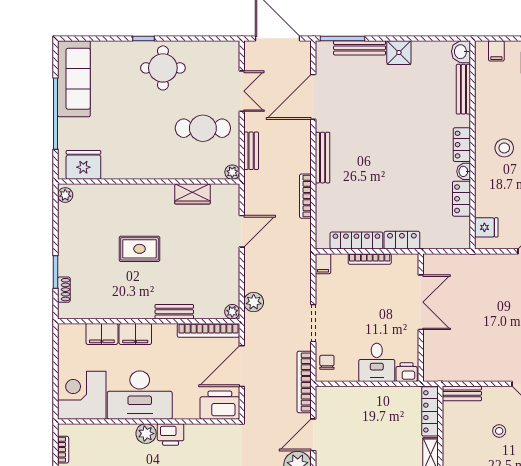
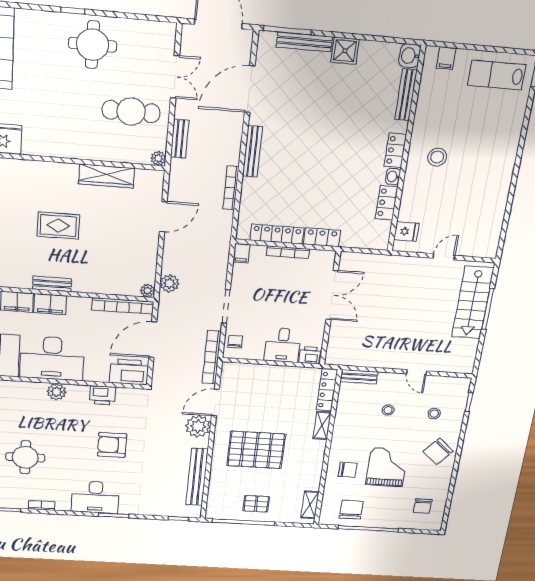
wardrobe: (192, 194) -> (107, 176), width x1.50
bench: (174, 312) -> (52, 284), moved
printer: (171, 434) -> (103, 395), moved

